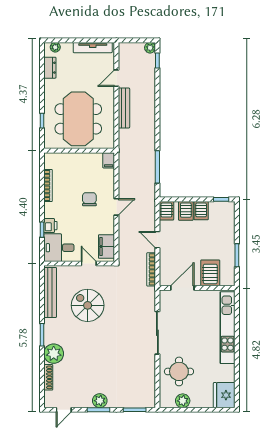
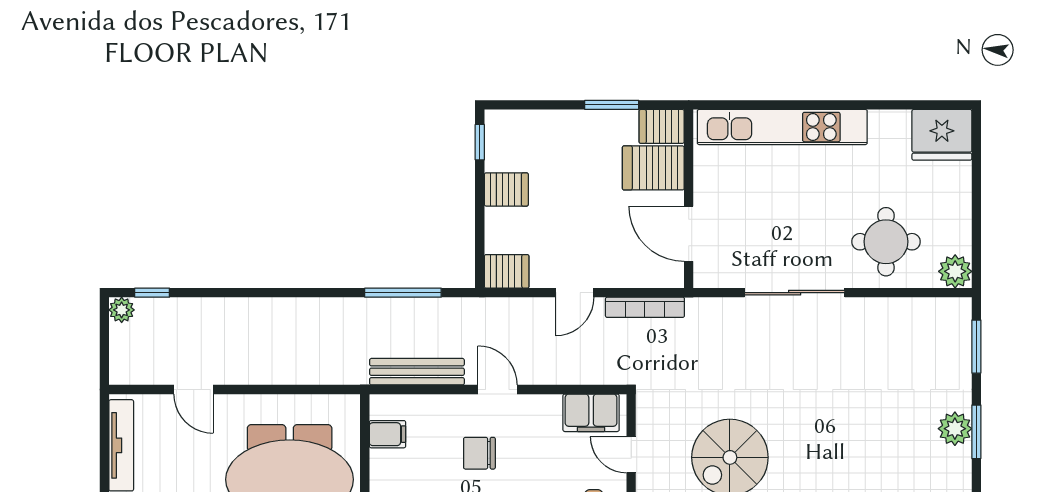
bench: (124, 108) -> (417, 372), moved
filing cabinet: (109, 160) -> (387, 434), moved
server rack: (186, 211) -> (662, 126), moved, turned 180
door: (89, 264) -> (631, 455), hinge flipped
plant: (183, 401) -> (955, 271), moved

